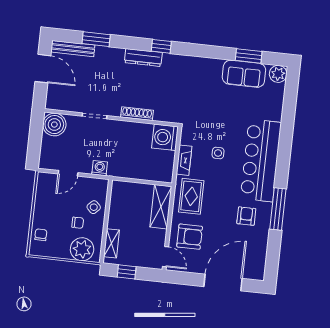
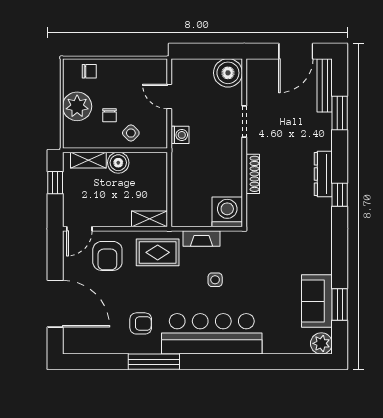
shelving: (161, 207) -> (150, 219), width x0.67, depth x0.75
boiler: (116, 220) -> (118, 163), added
plant: (82, 249) -> (77, 106), moved

